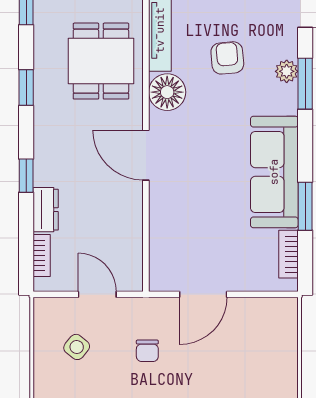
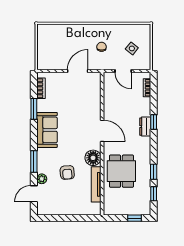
plant: (287, 71) -> (42, 179), moved
window: (26, 88) -> (154, 172), moved
sofa: (274, 172) -> (47, 130), width x0.73
dresser: (46, 210) -> (145, 127), moved

